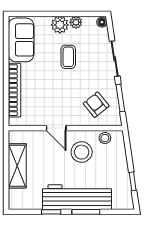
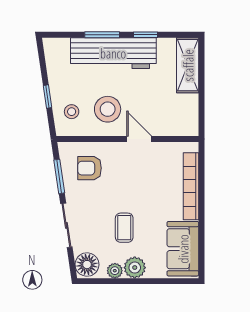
floor lamp: (102, 22) -> (87, 265), width x1.89, depth x1.89
armchair: (96, 105) -> (90, 168), turned 129
stool: (105, 138) -> (72, 112), moved
shelving: (17, 166) -> (188, 65), moved
window: (133, 181) -> (48, 96), moved

